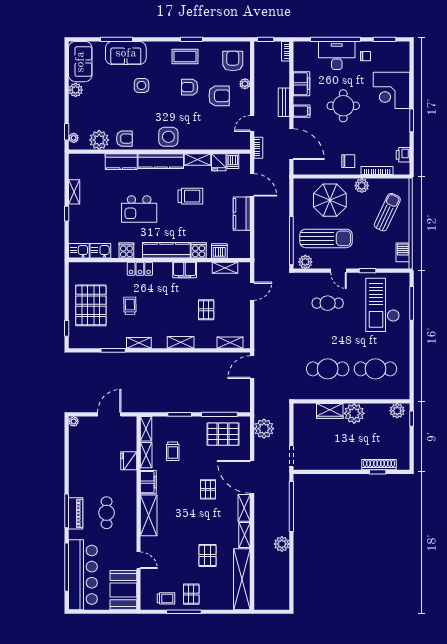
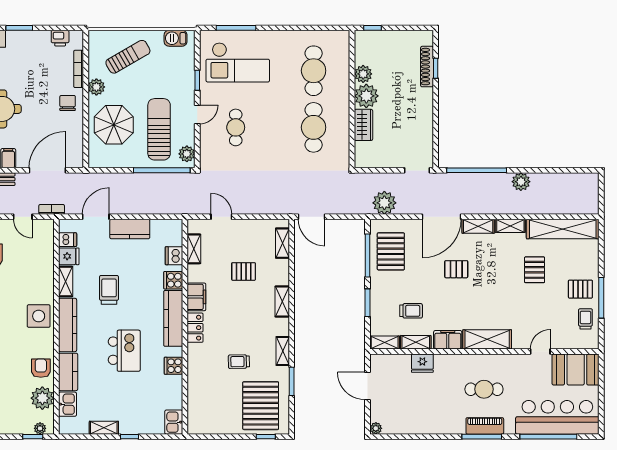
sun lounger: (387, 212) -> (128, 57), turned 125
kitchen sink: (100, 251) -> (67, 404), moved, turned 180
locker: (140, 269) -> (195, 328), moved
pallet: (91, 305) -> (261, 406), moved, turned 90
plant: (397, 411) -> (363, 74), moved
pallet: (207, 555) -> (535, 270), turned 90

